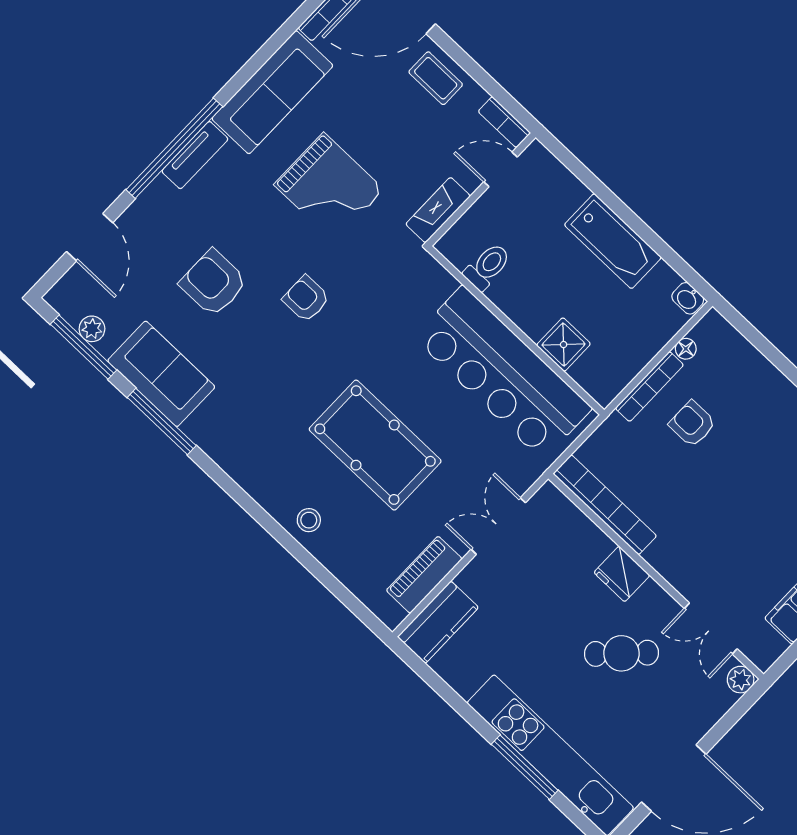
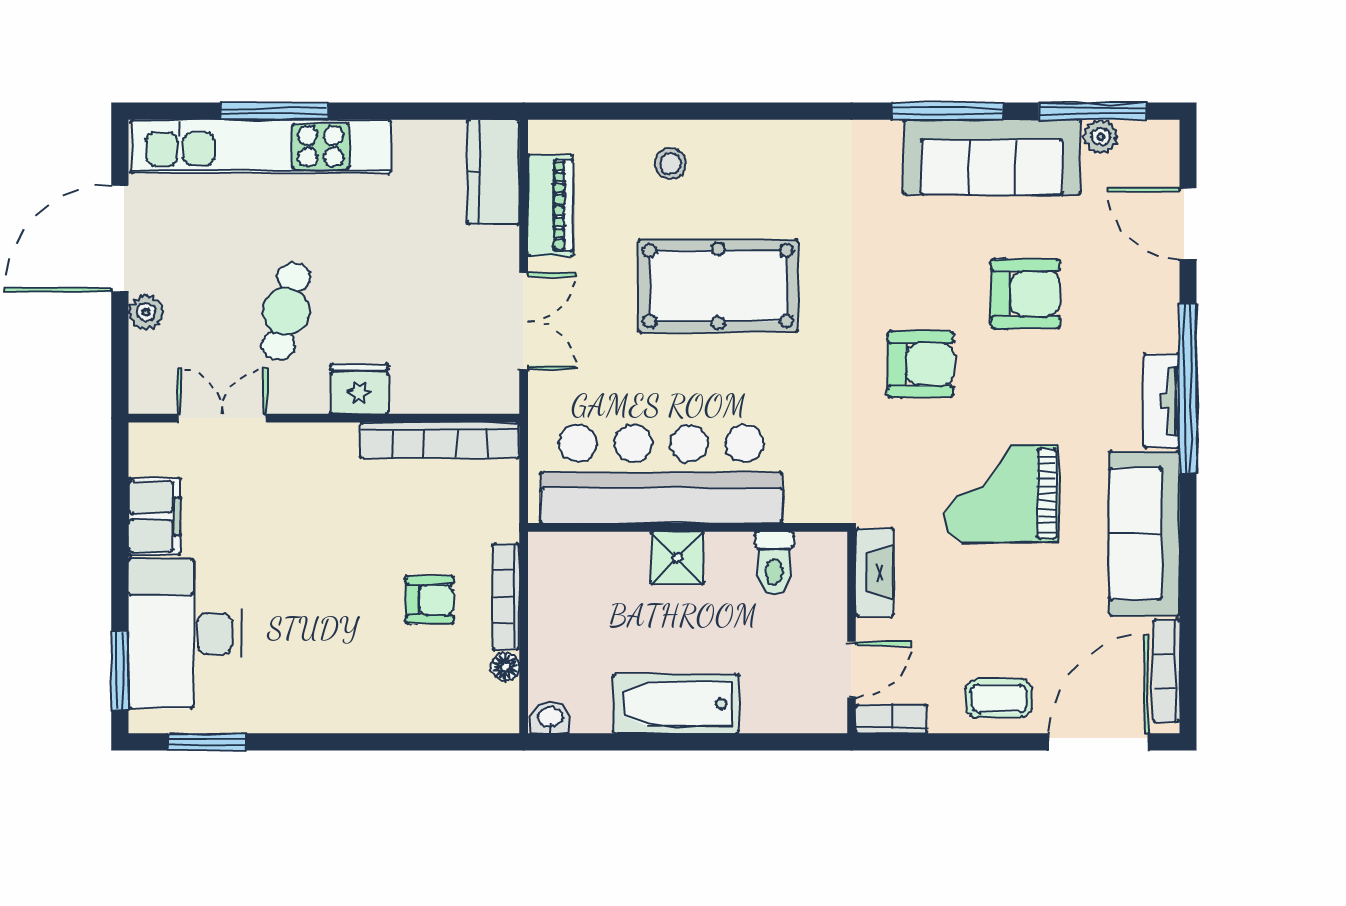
armchair: (306, 299) -> (921, 364), width x1.38, depth x1.38
shower: (564, 345) -> (677, 558), moved
sofa: (161, 374) -> (992, 157), width x1.36
stool: (309, 520) -> (671, 163), moved
cafe table: (621, 653) -> (286, 311), turned -32
plant: (741, 680) -> (146, 312), moved

